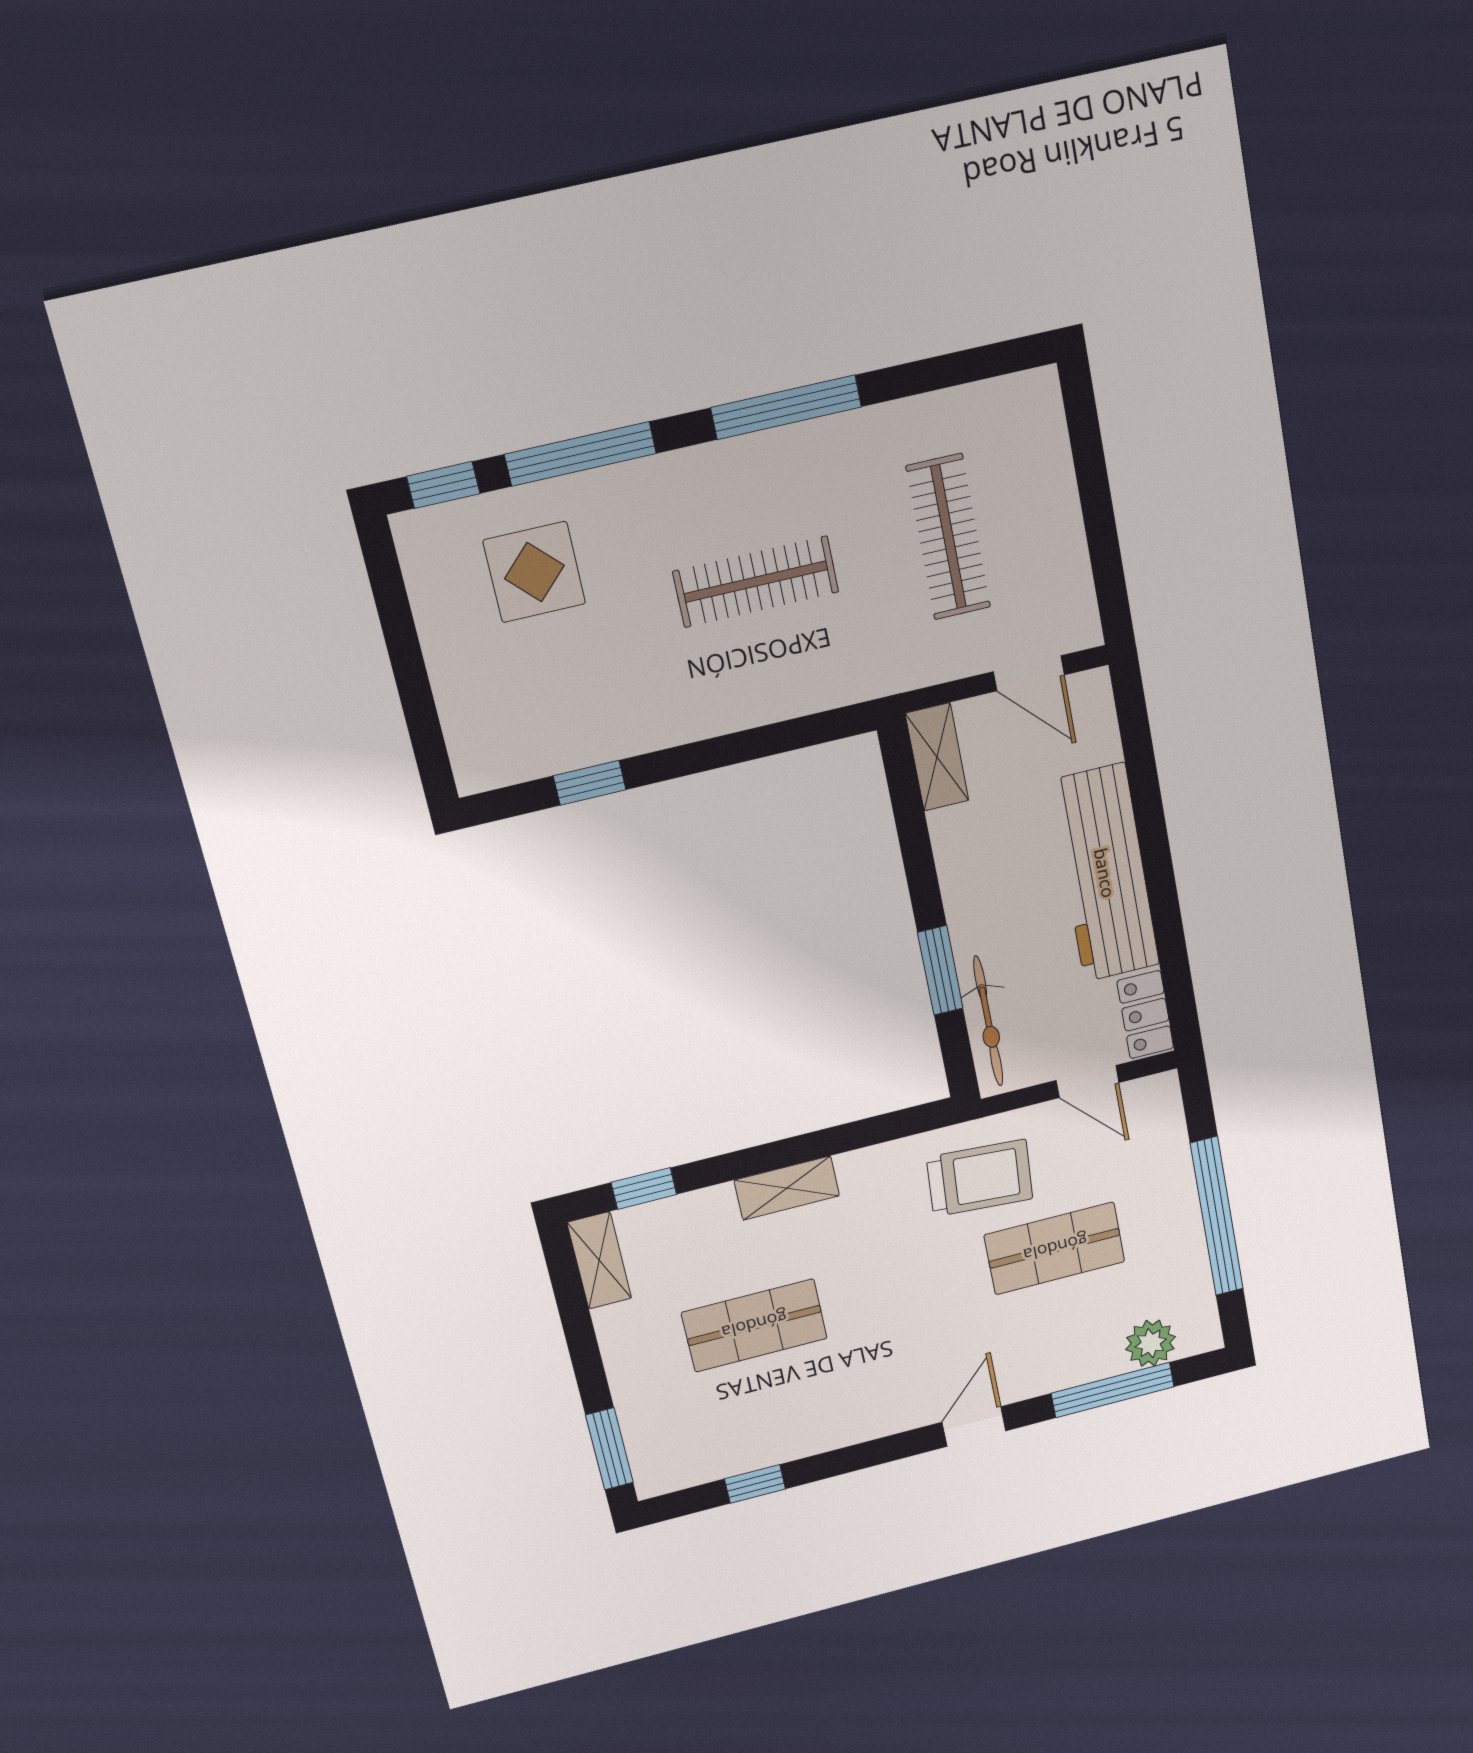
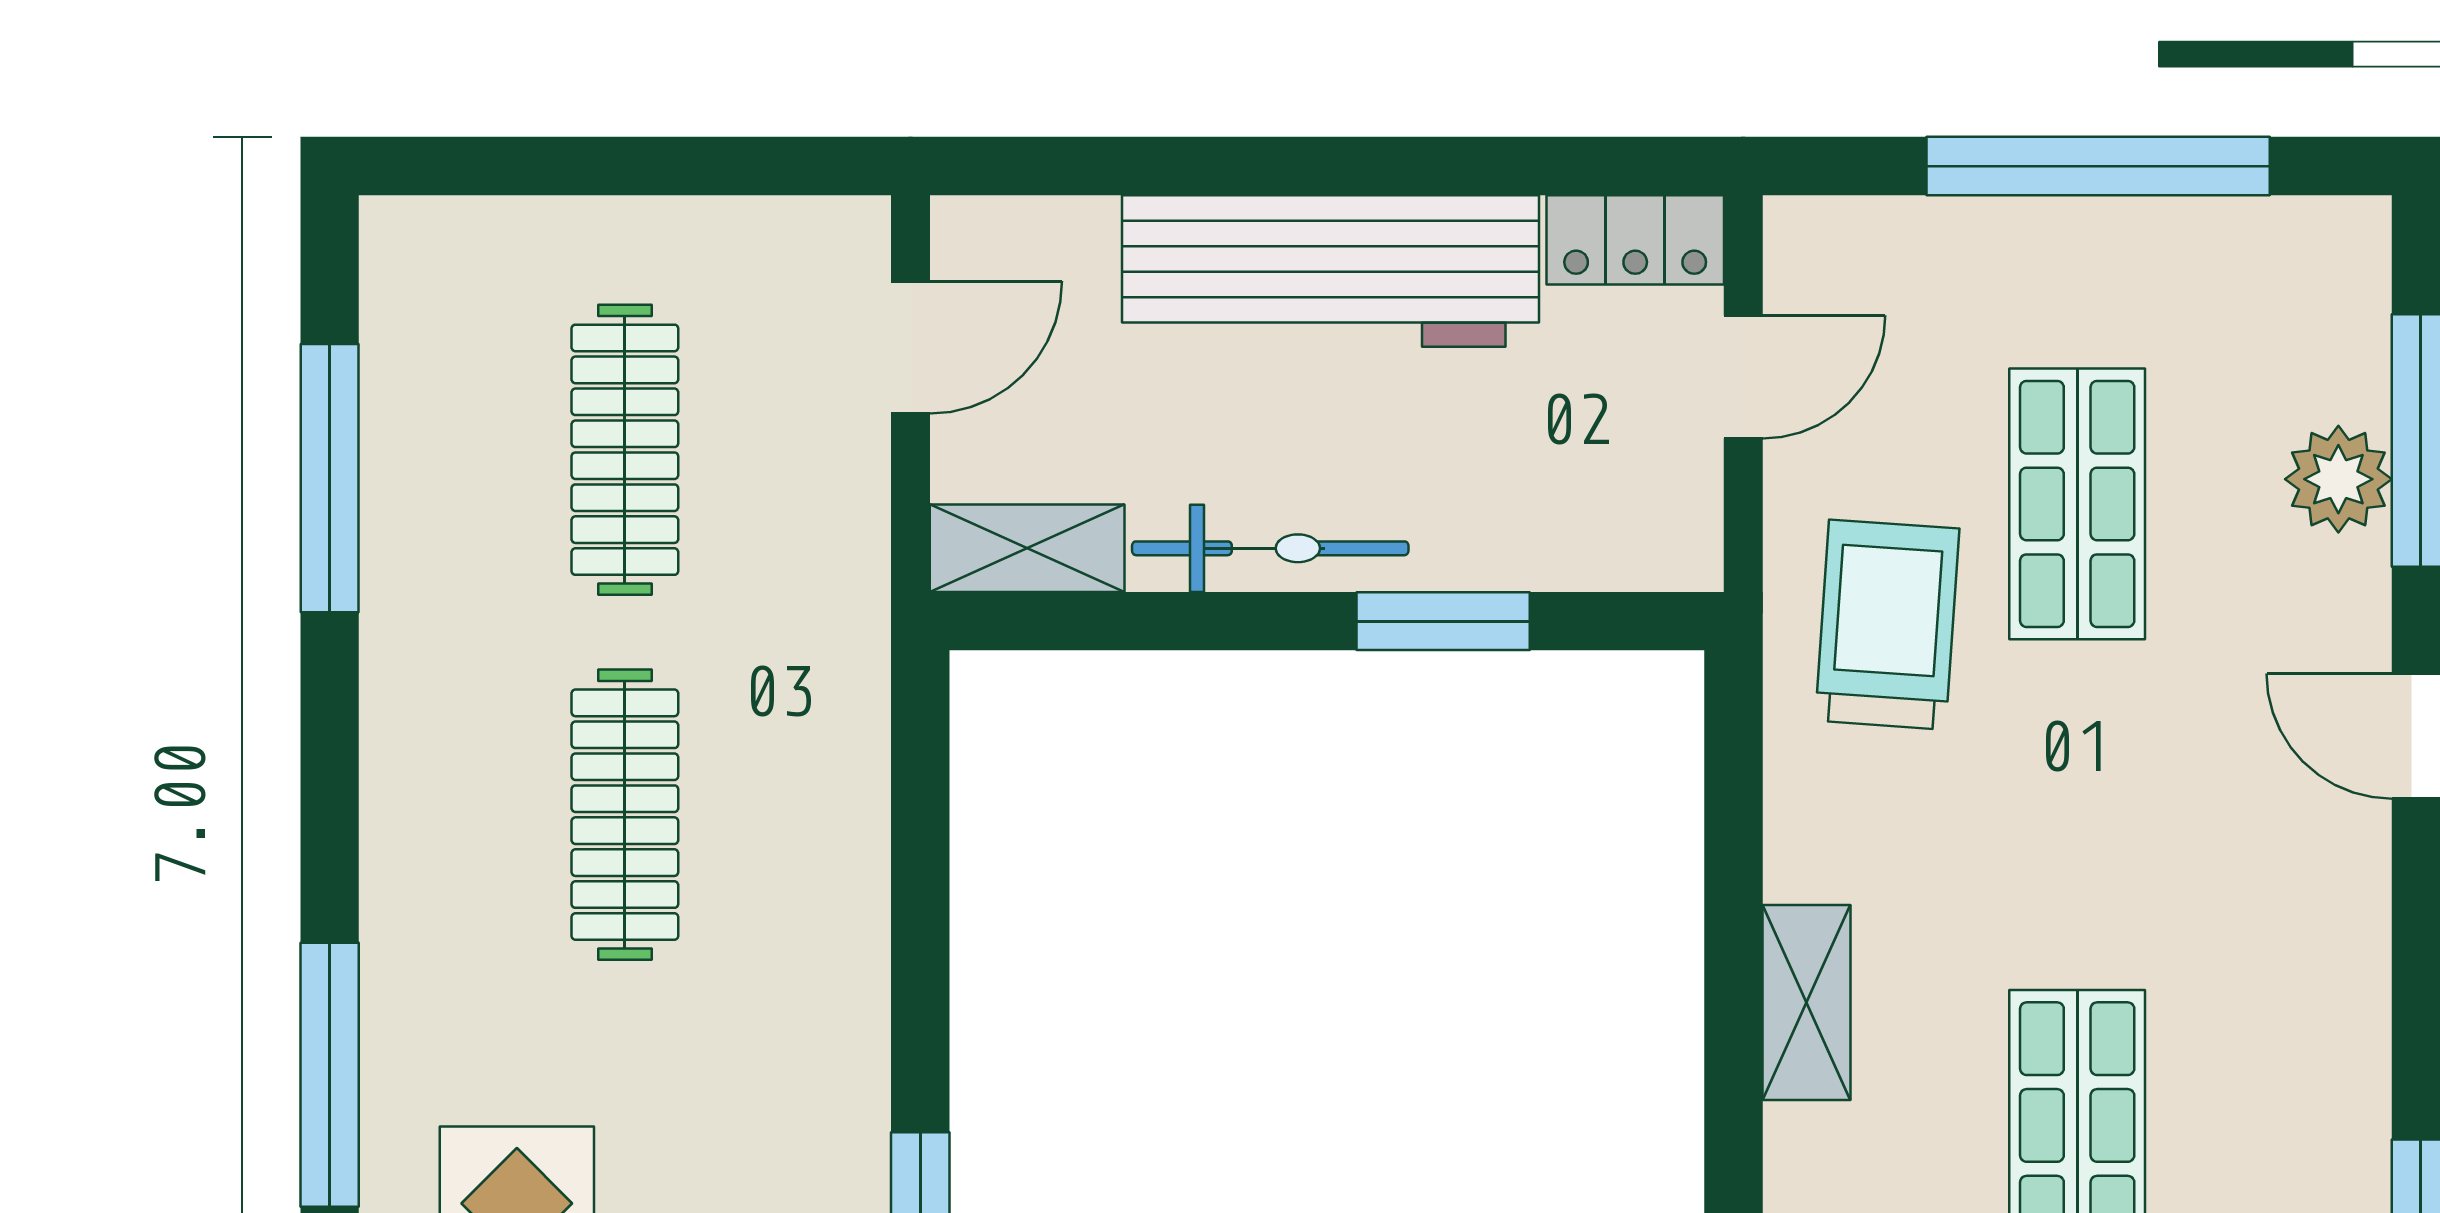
window: (786, 407) -> (330, 478), moved
clothes rail: (948, 537) -> (625, 450), turned 90
bicycle: (988, 1021) -> (1270, 548), moved
plant: (1151, 1343) -> (2338, 479), moved

